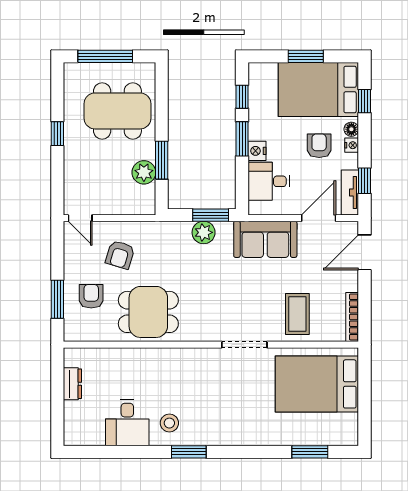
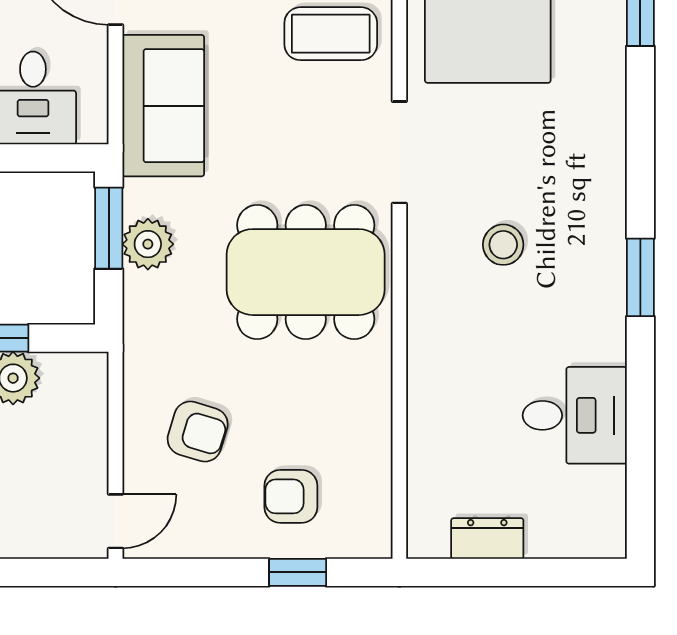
window: (57, 299) -> (298, 572), width x0.67
dining table: (148, 312) -> (306, 272), moved, width x1.38
stool: (169, 423) -> (503, 245), moved

